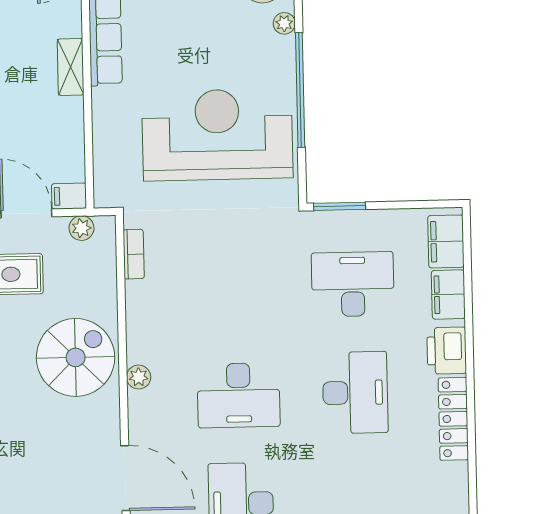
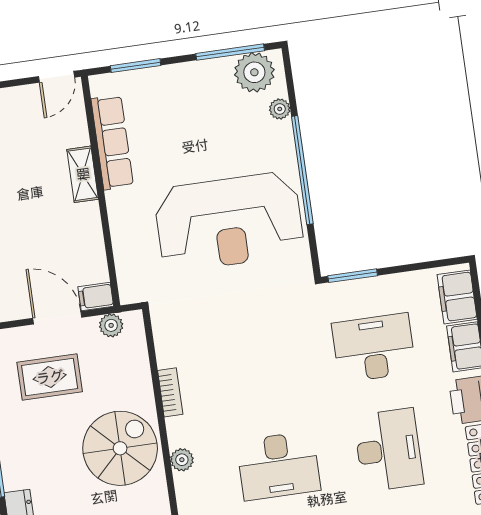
reception desk: (217, 135) -> (229, 222), turned 180
bookcase: (134, 254) -> (170, 392), moved

